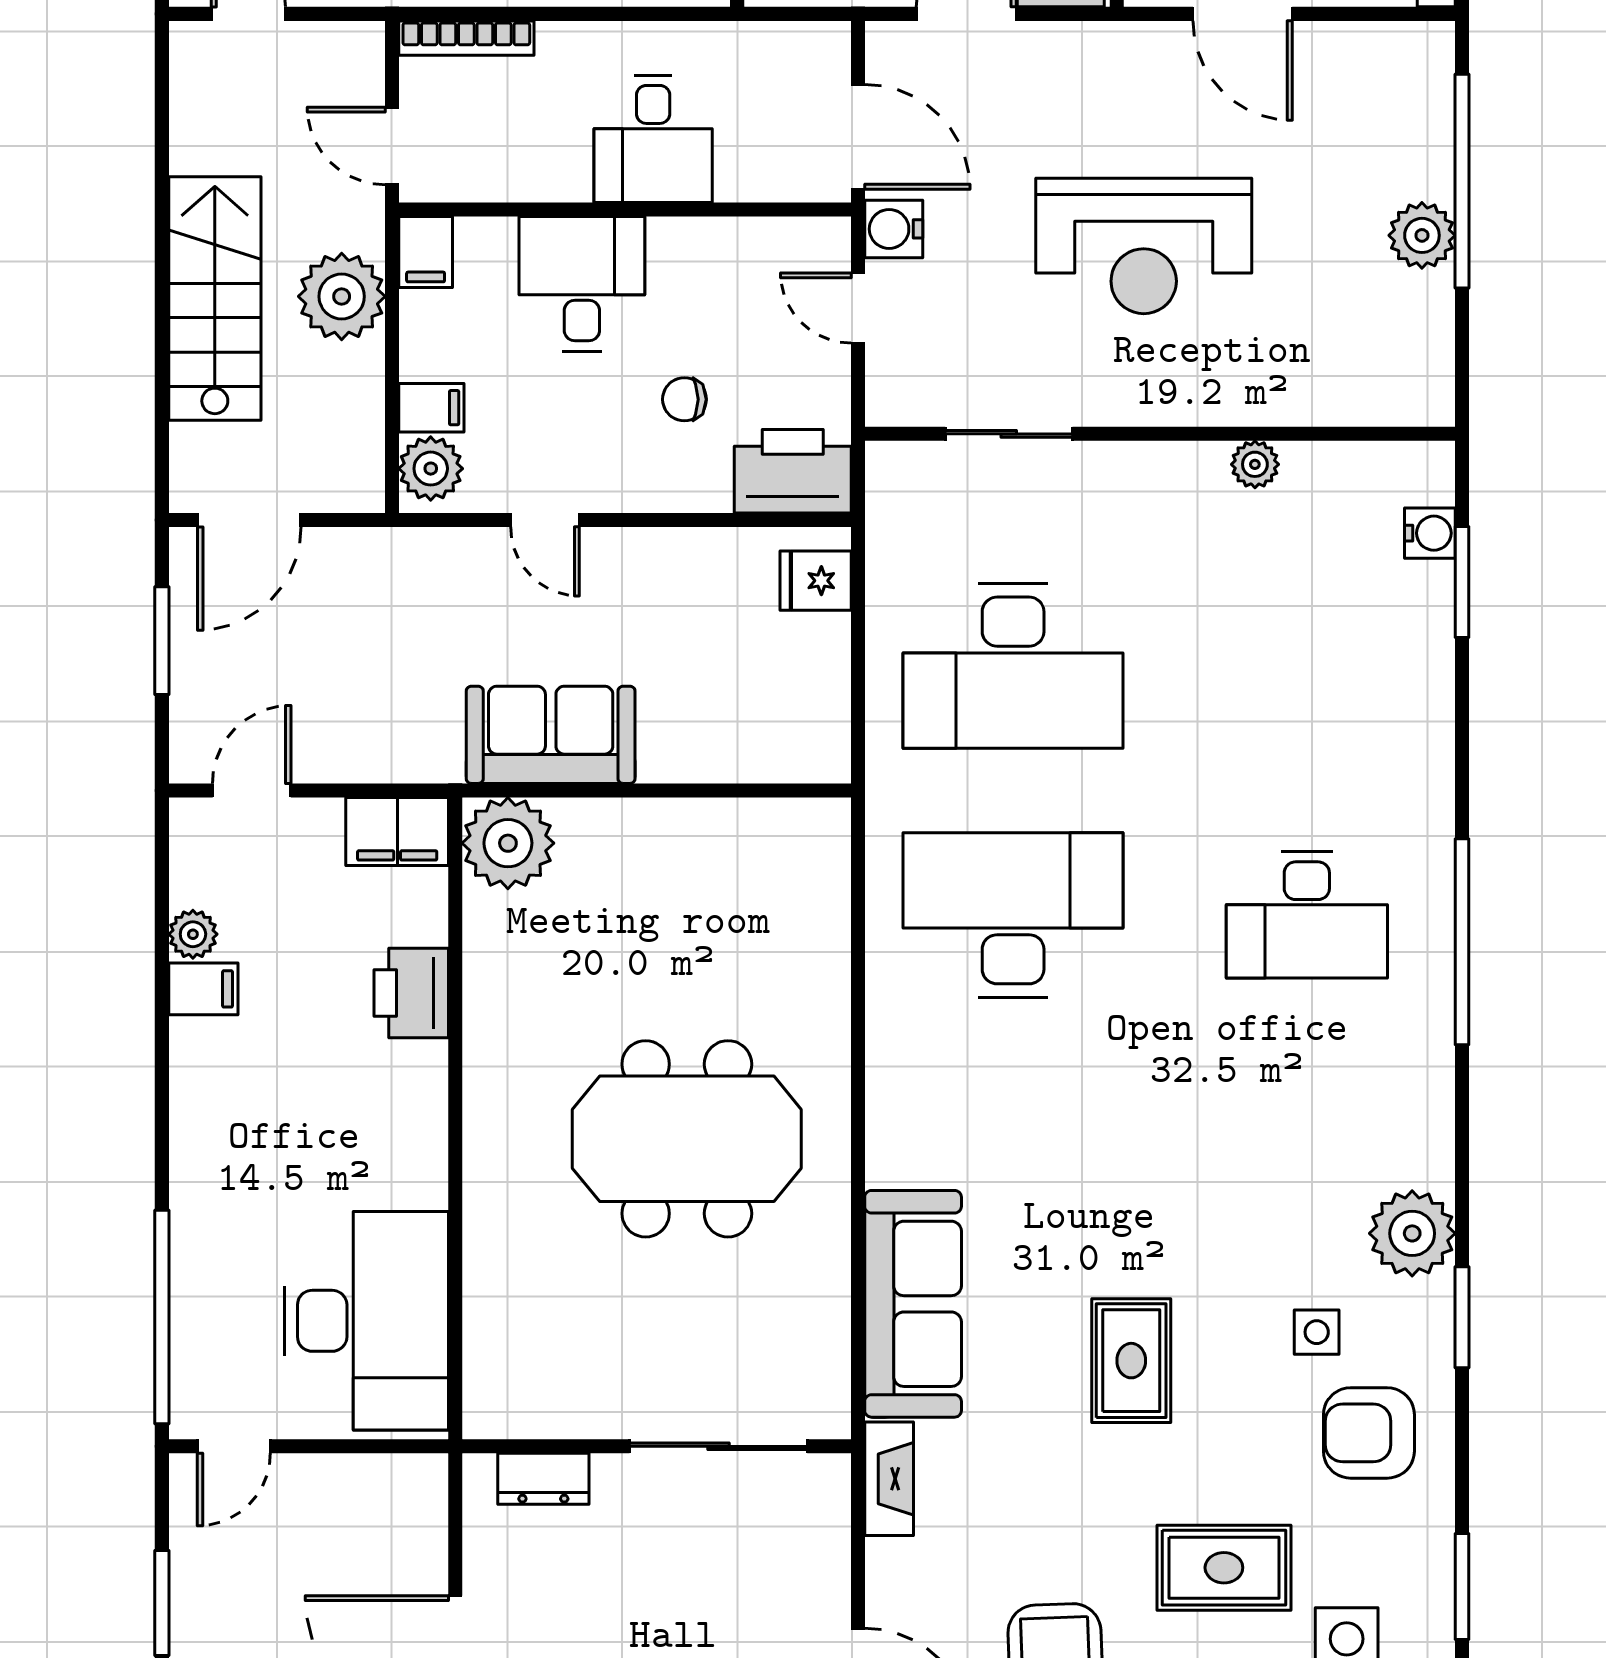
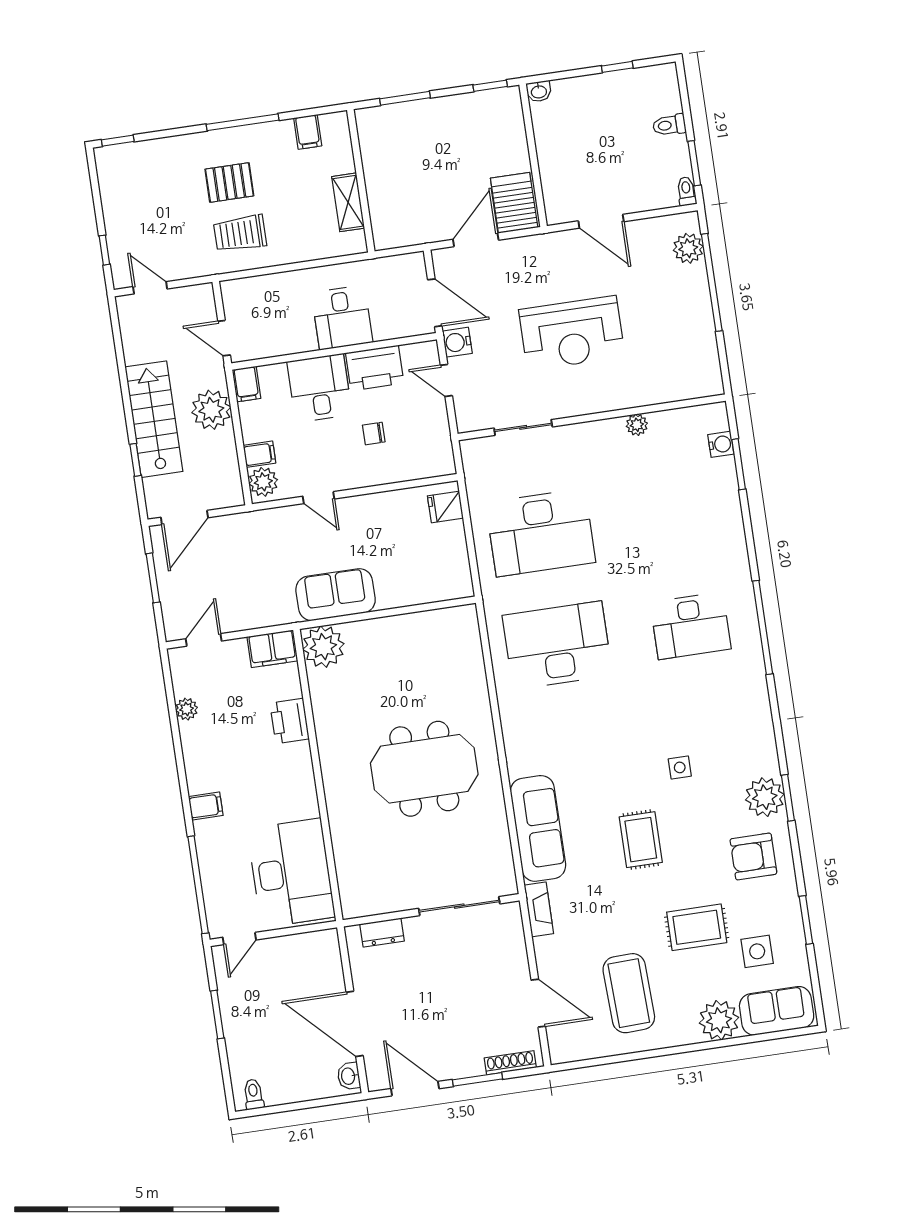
bookcase: (466, 38) -> (251, 284), removed
plant: (1422, 235) -> (688, 248), moved
window: (162, 380) -> (135, 460), added
printer: (793, 471) -> (375, 368), moved, turned 180
filing cabinet: (203, 989) -> (206, 806), moved
plant: (1412, 1233) -> (765, 797), moved
side table: (1317, 1332) -> (680, 767), moved

